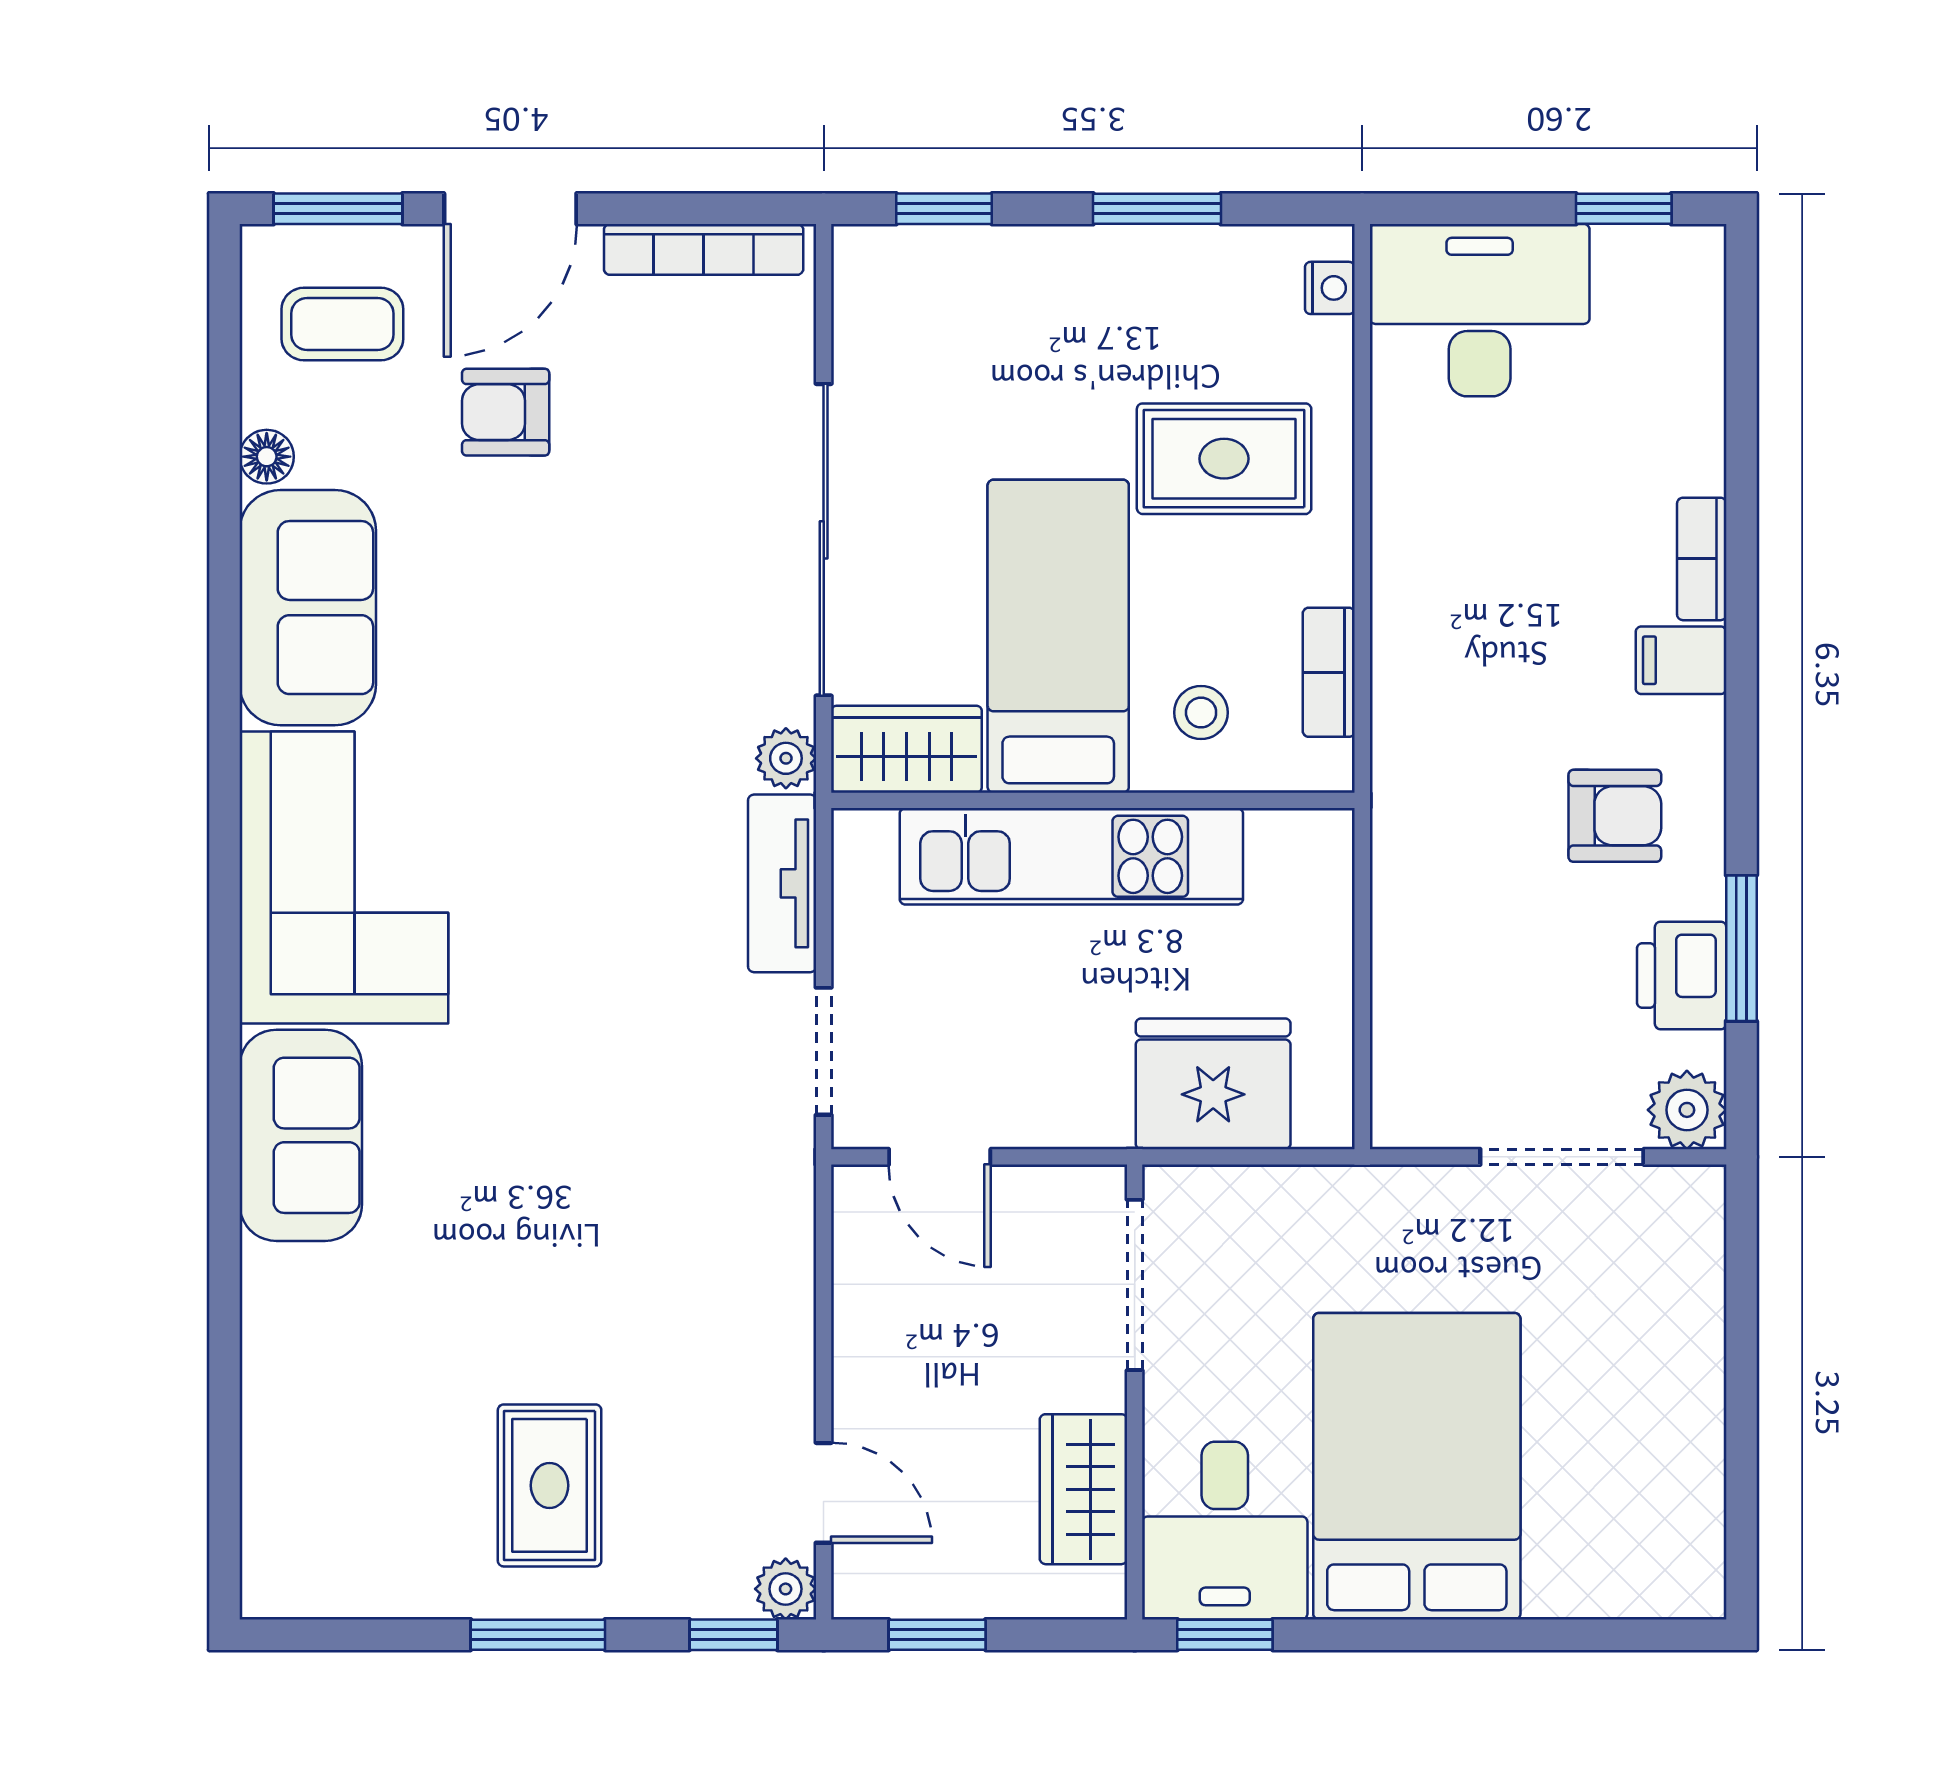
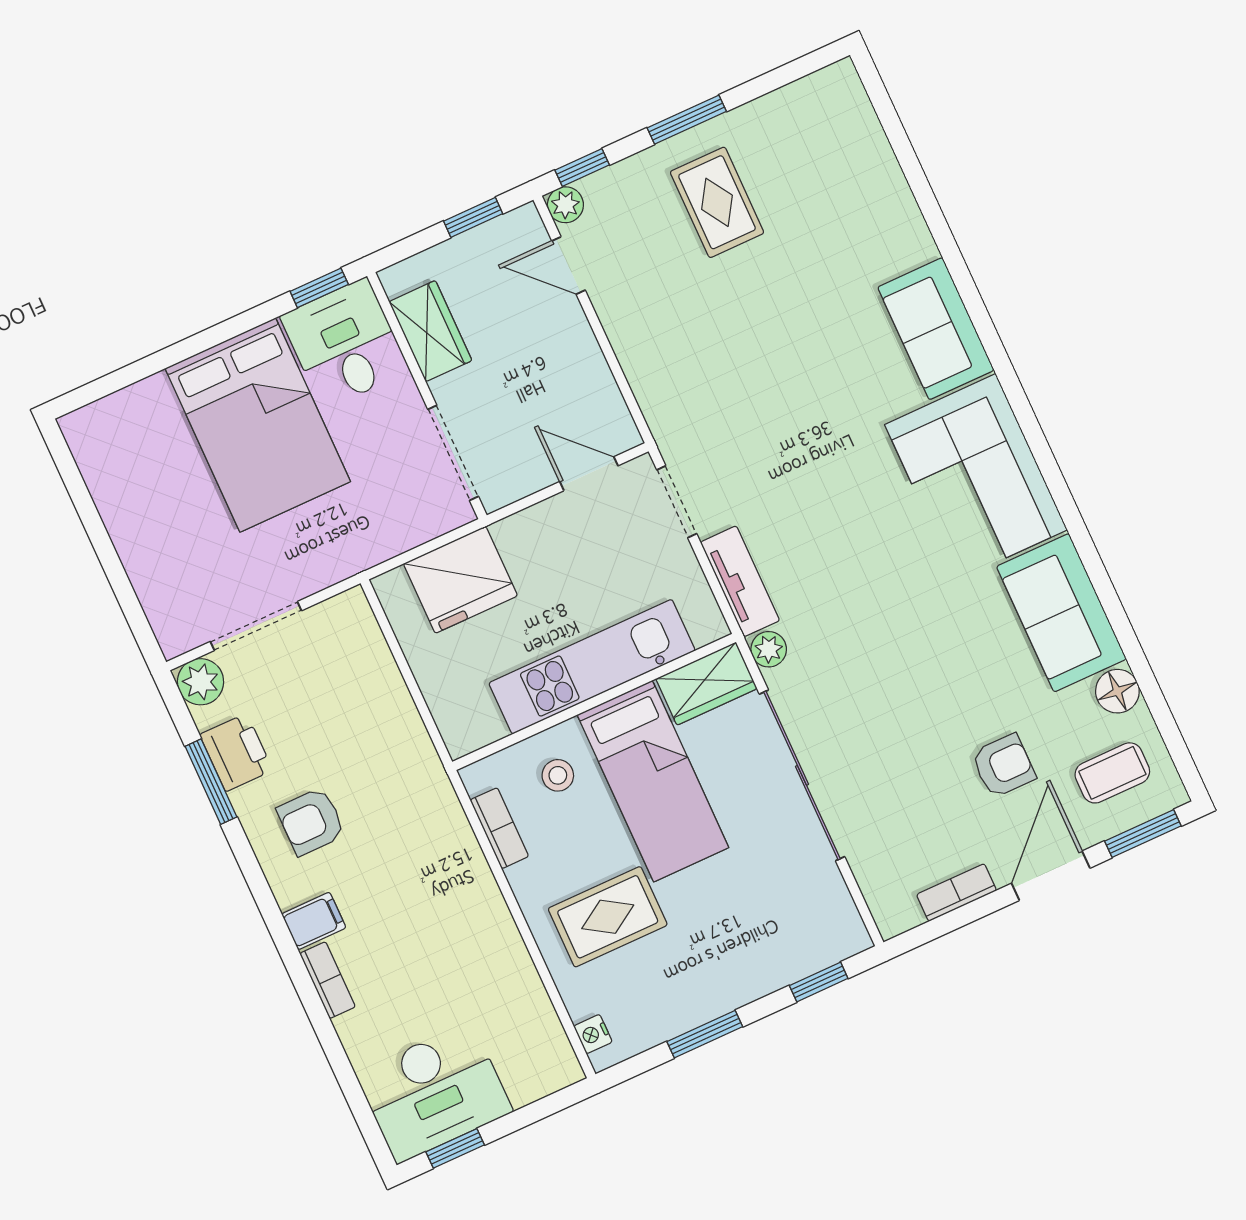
bookcase: (704, 249) -> (957, 893), width x0.64
desk: (1480, 310) -> (434, 1092), moved
floor lamp: (267, 457) -> (1117, 691), width x1.37, depth x1.37

